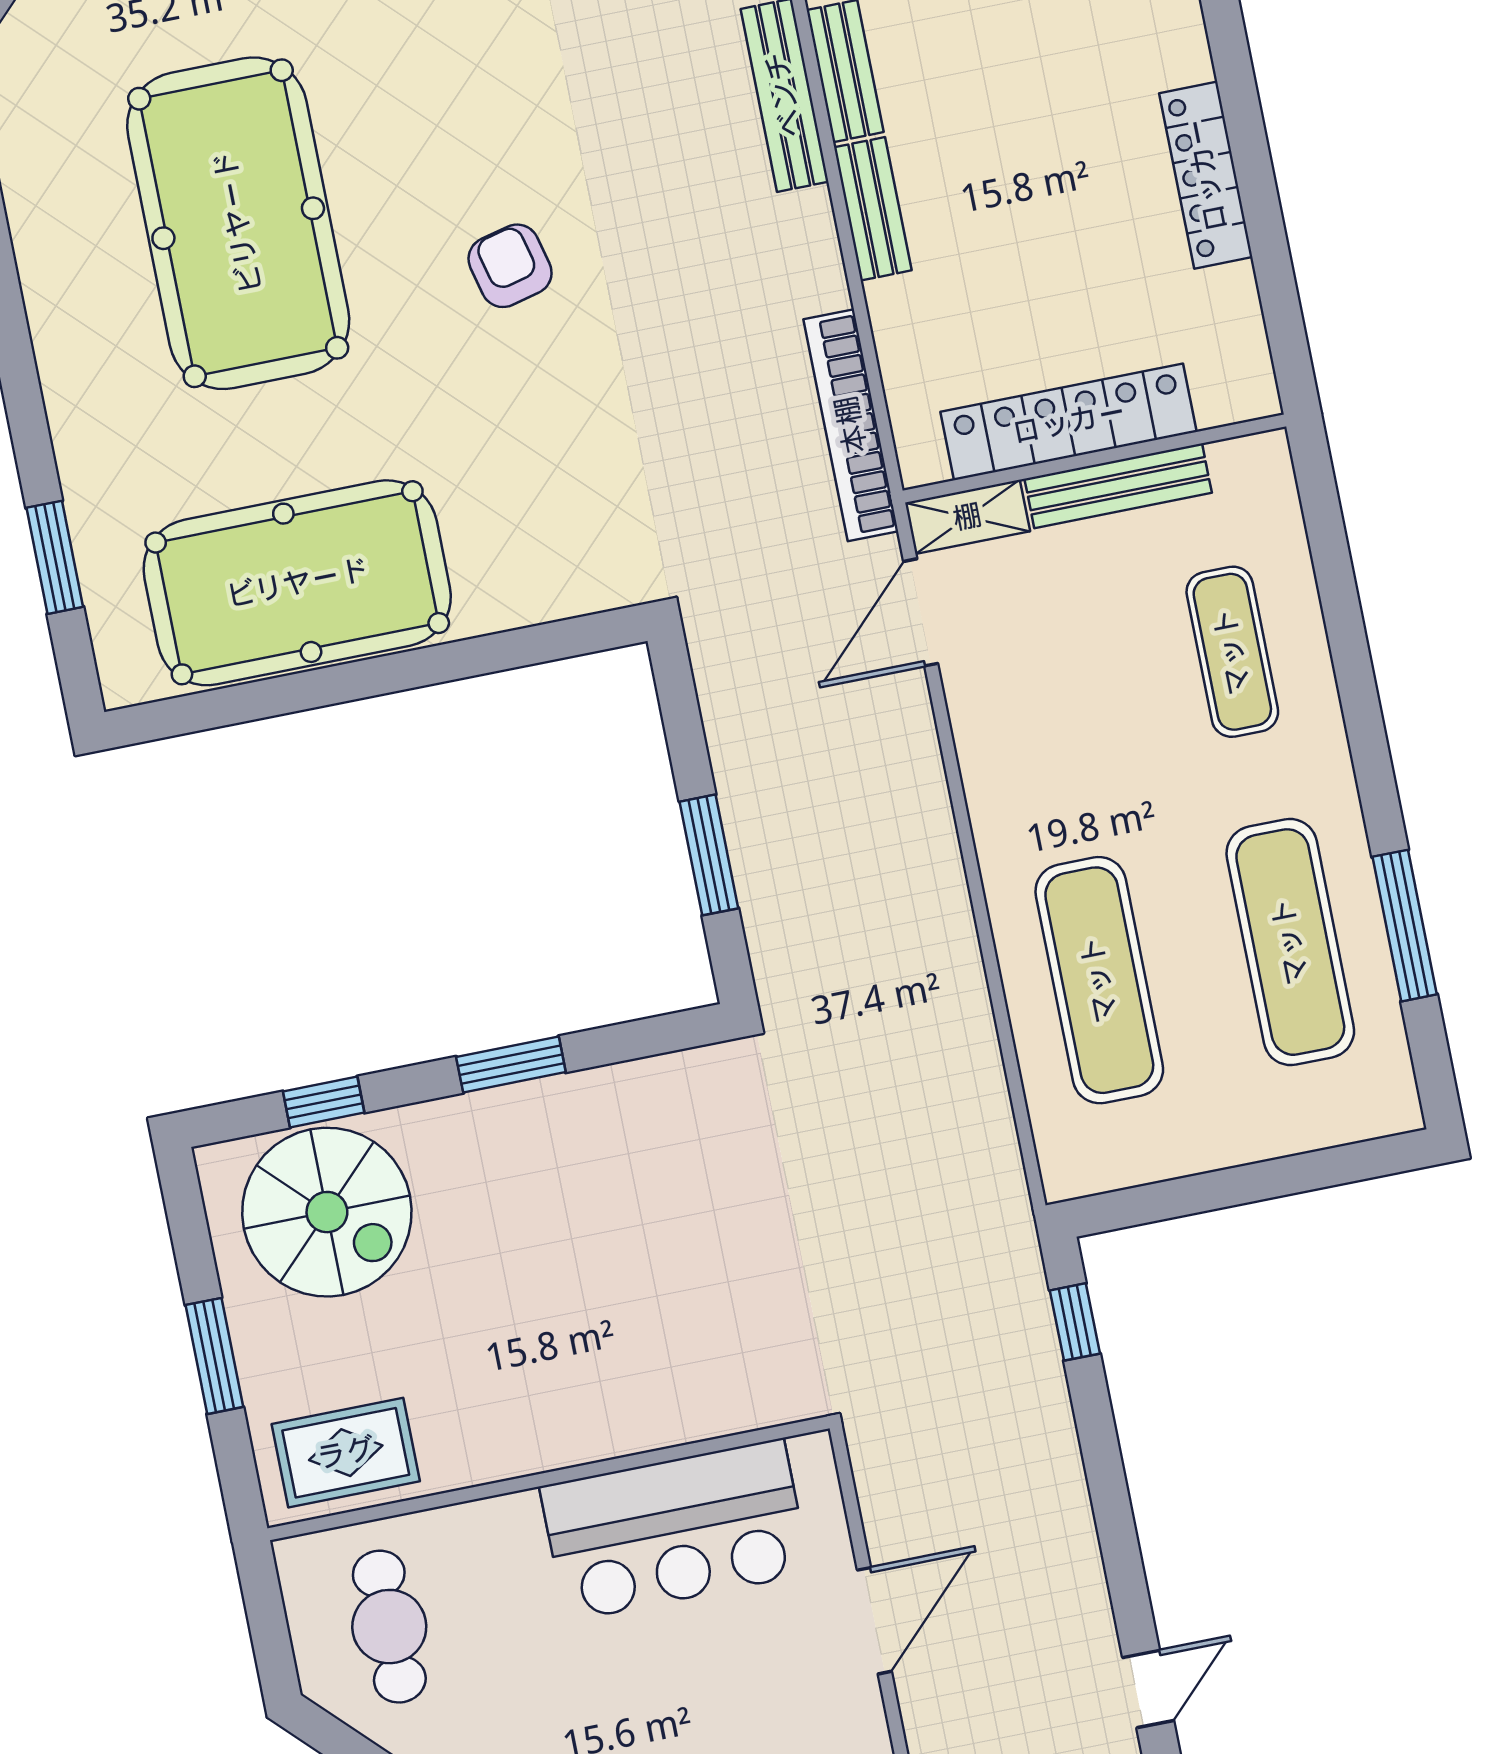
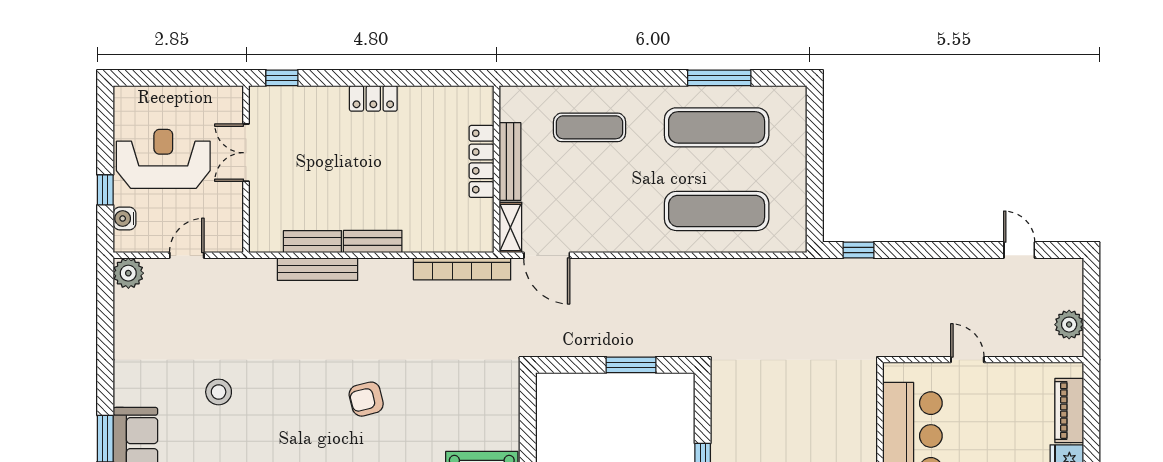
locker: (1206, 175) -> (373, 98), width x0.66
locker: (1069, 422) -> (481, 161), width x0.71, depth x0.83
door: (874, 1621) -> (967, 360), width x0.73

